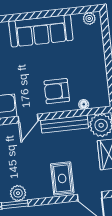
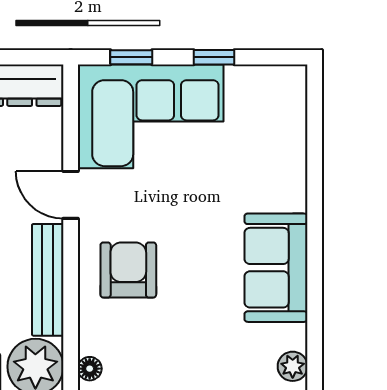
sofa: (41, 31) -> (276, 268), width x0.73
floor lamp: (84, 104) -> (90, 369), moved

